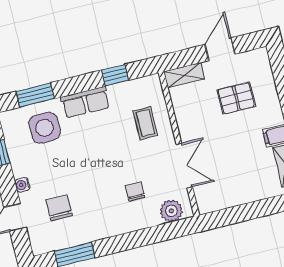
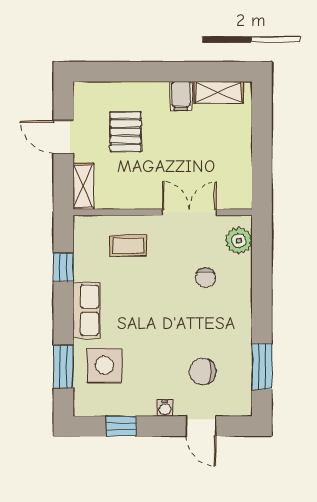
chair: (135, 192) -> (206, 278), turned -90

